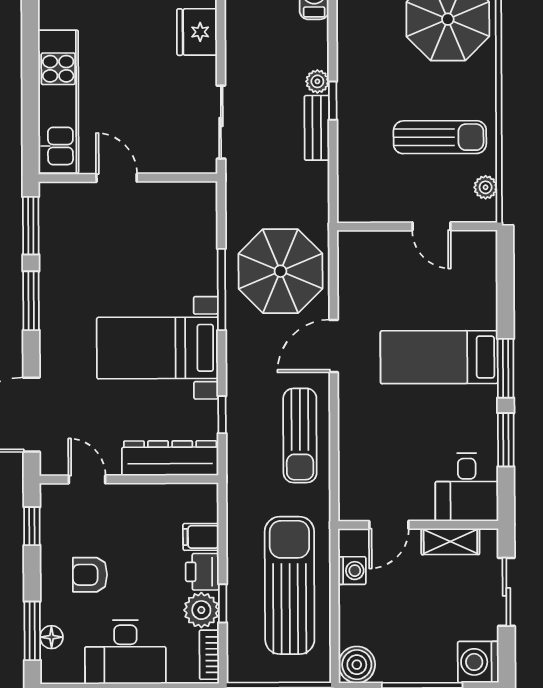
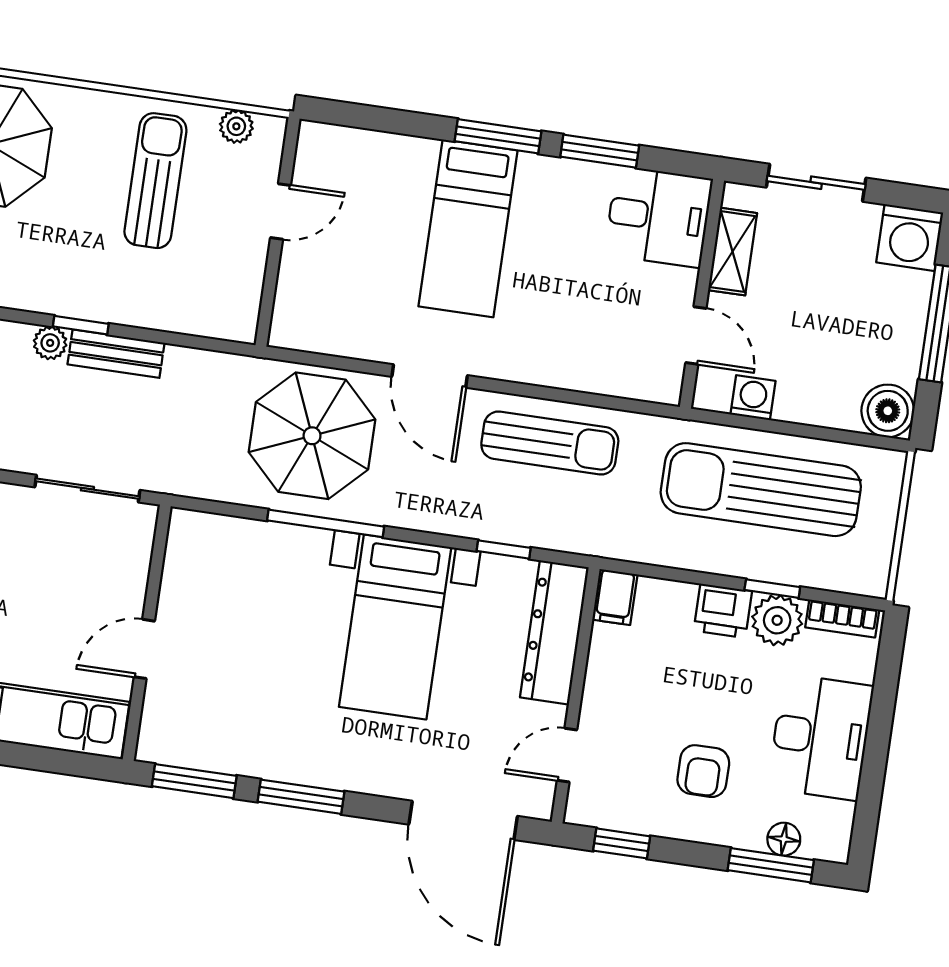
filing cabinet: (201, 537) -> (615, 597), moved

